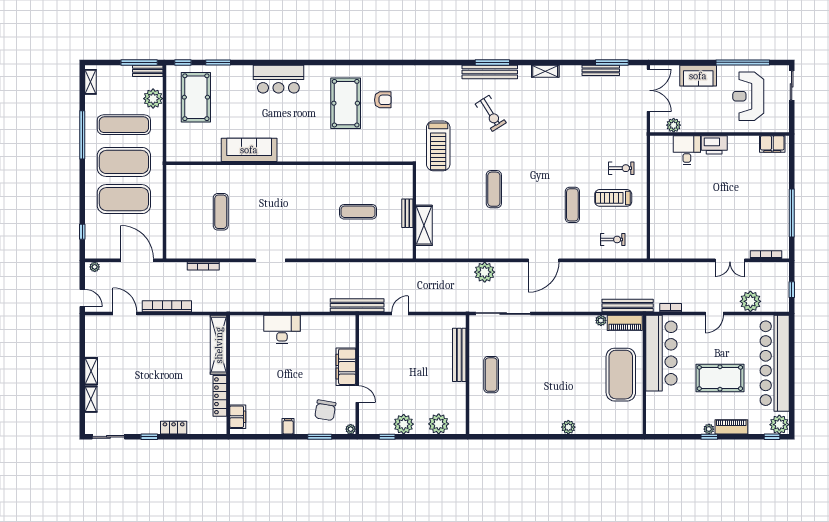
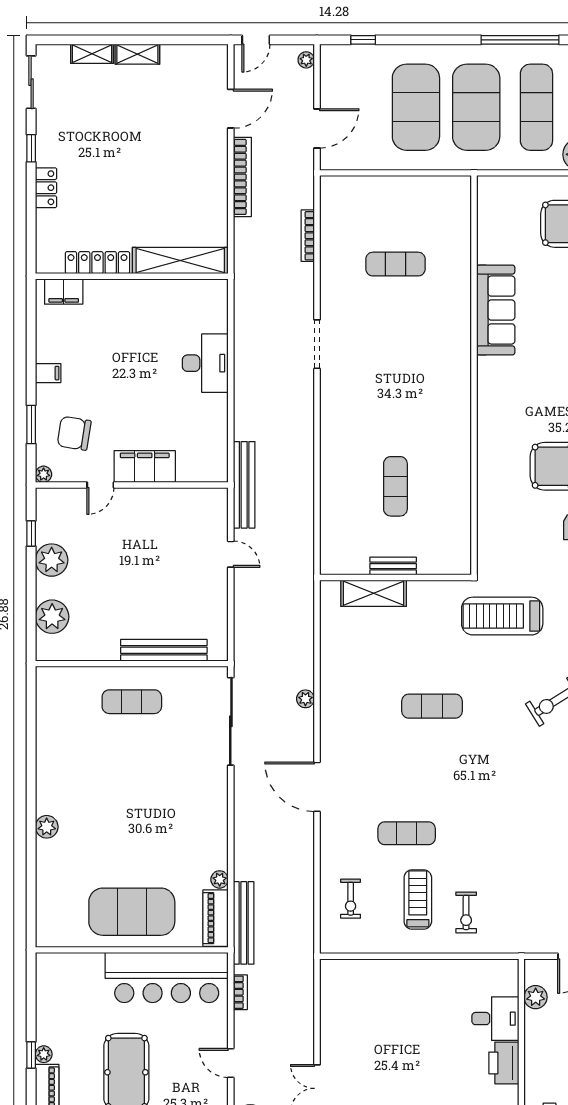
door: (137, 260) -> (317, 128), width x0.73
plant: (485, 272) -> (305, 699), width x0.53, depth x0.53

